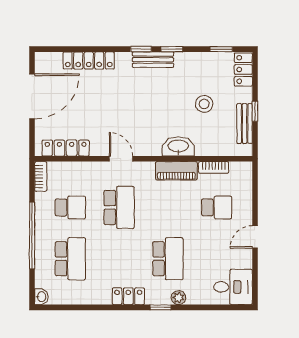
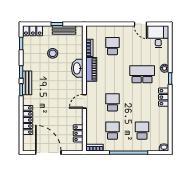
locker: (66, 148) -> (78, 133), width x0.66
school desk: (119, 207) -> (112, 102), width x0.54
door: (255, 237) -> (141, 24), moved
school desk: (70, 259) -> (142, 131), width x0.54

